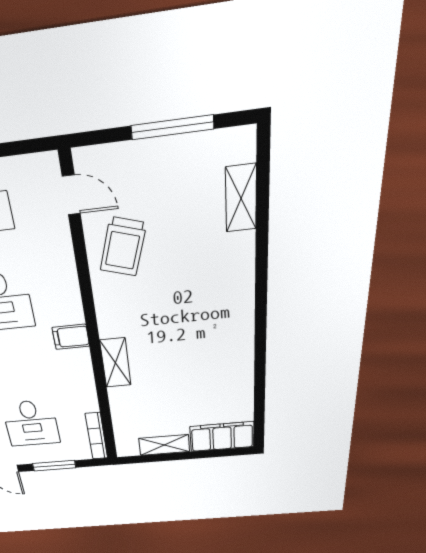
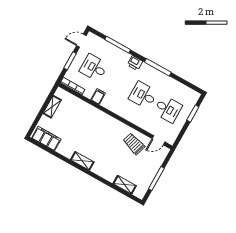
filing cabinet: (71, 337) -> (98, 96), moved
shelving: (115, 363) -> (82, 161), moved
filing cabinet: (222, 437) -> (46, 139), moved, turned -90

